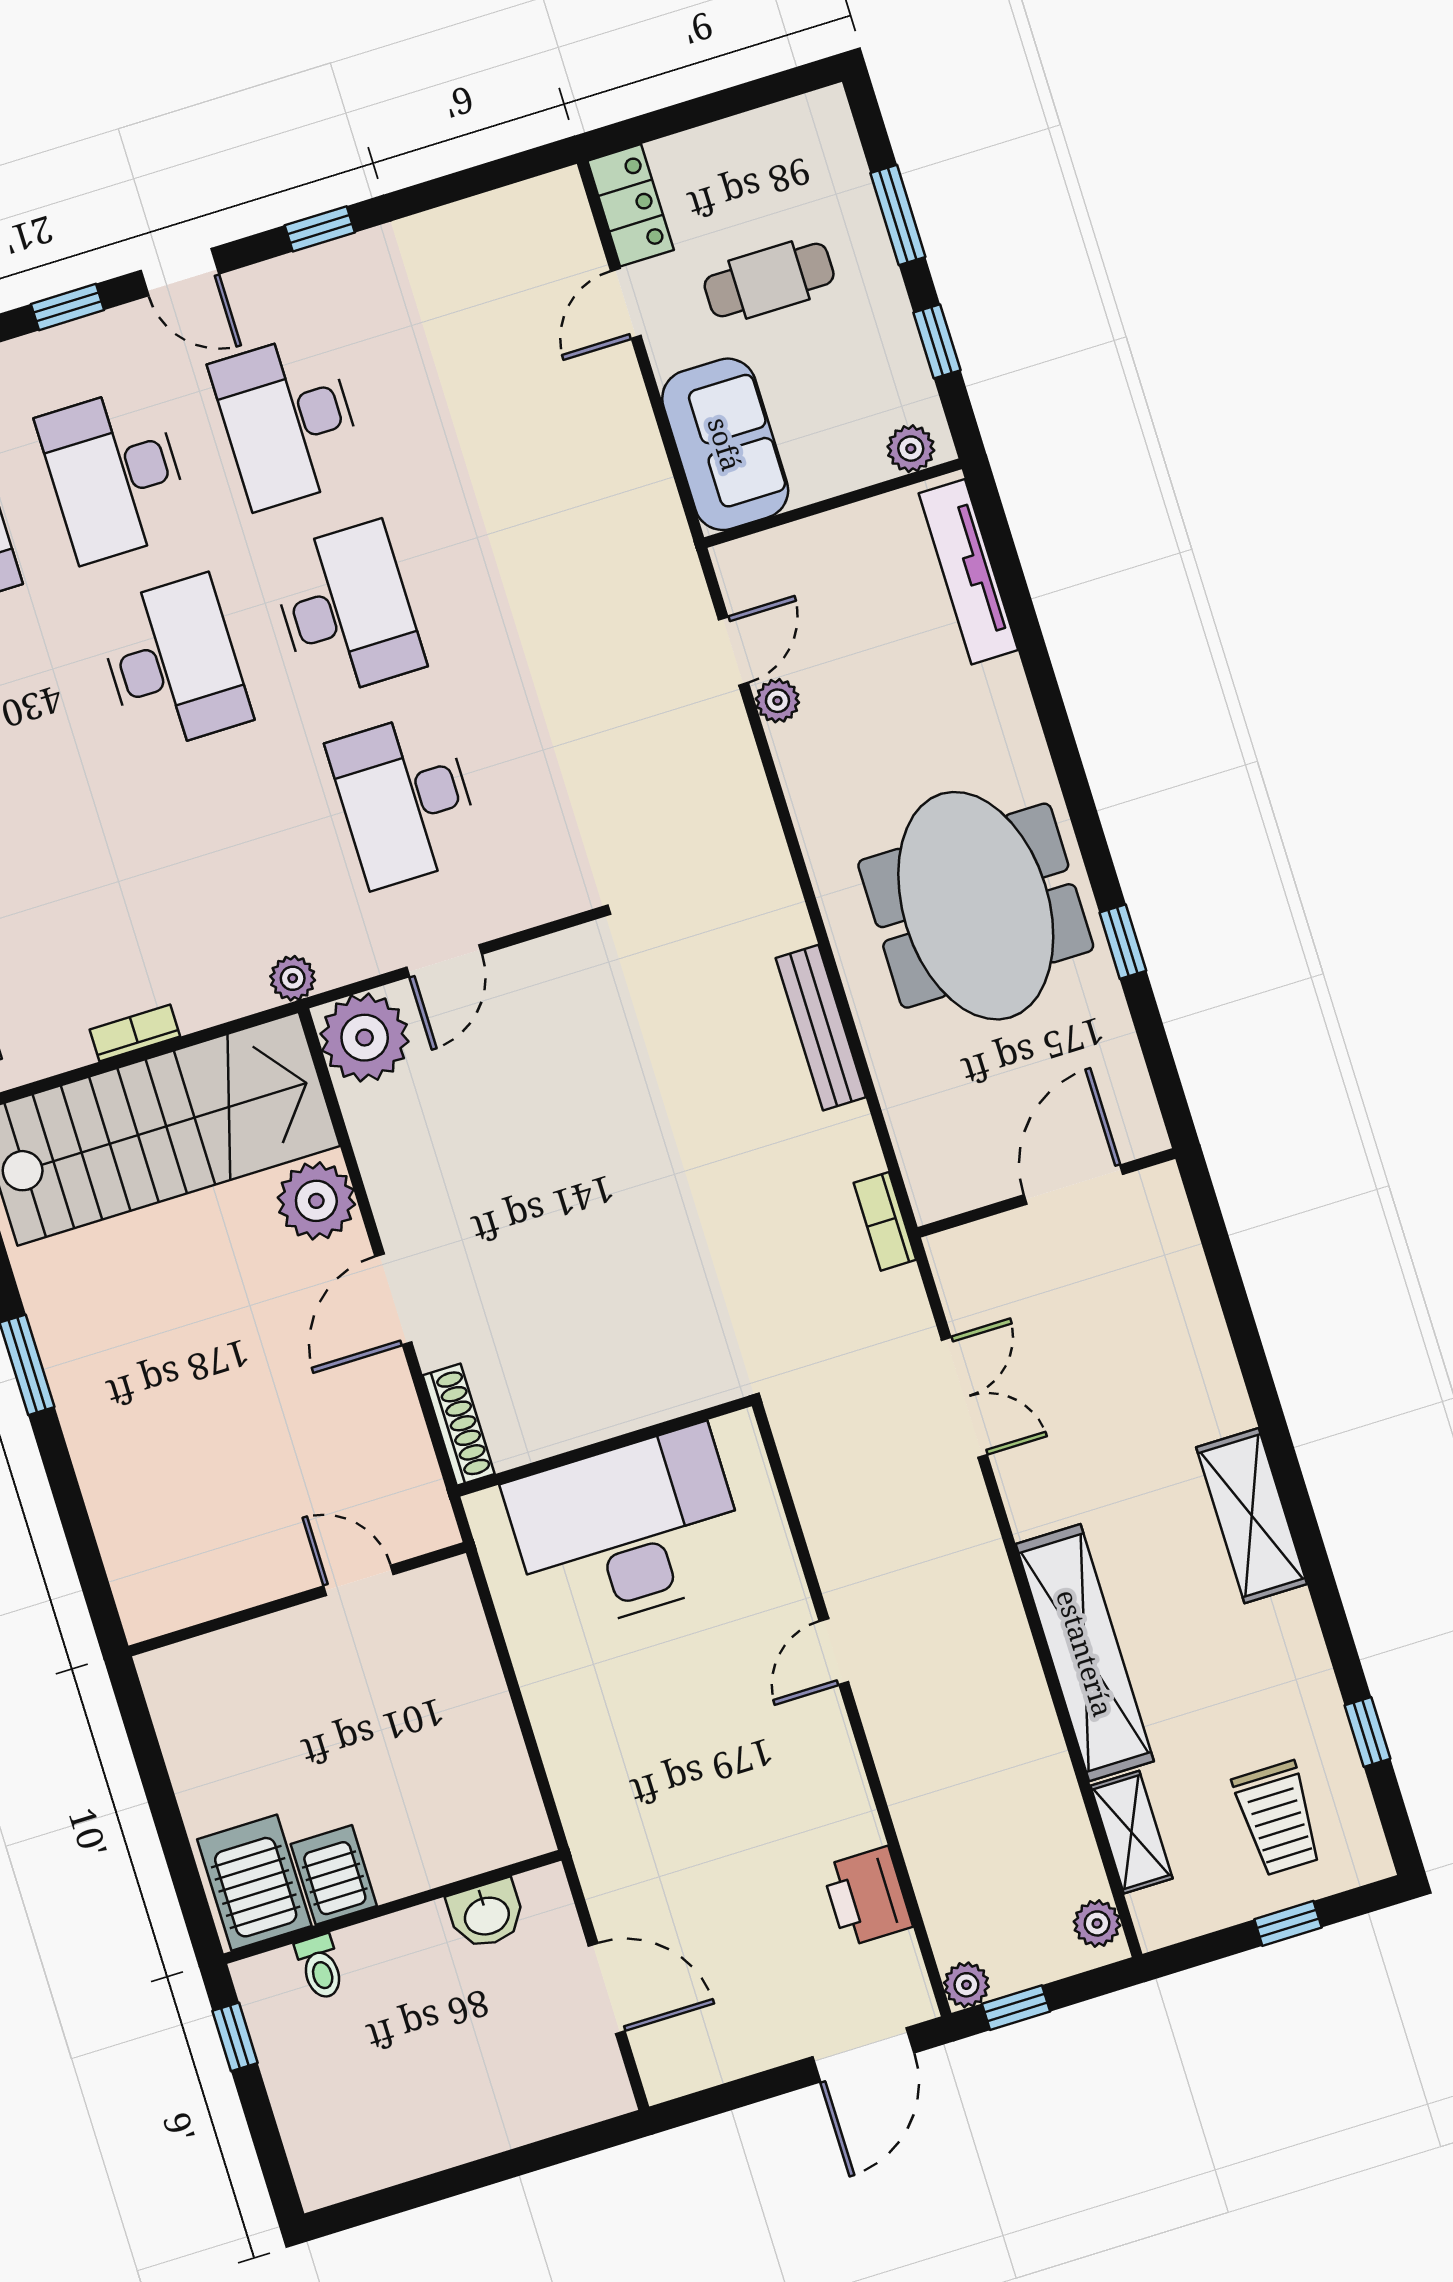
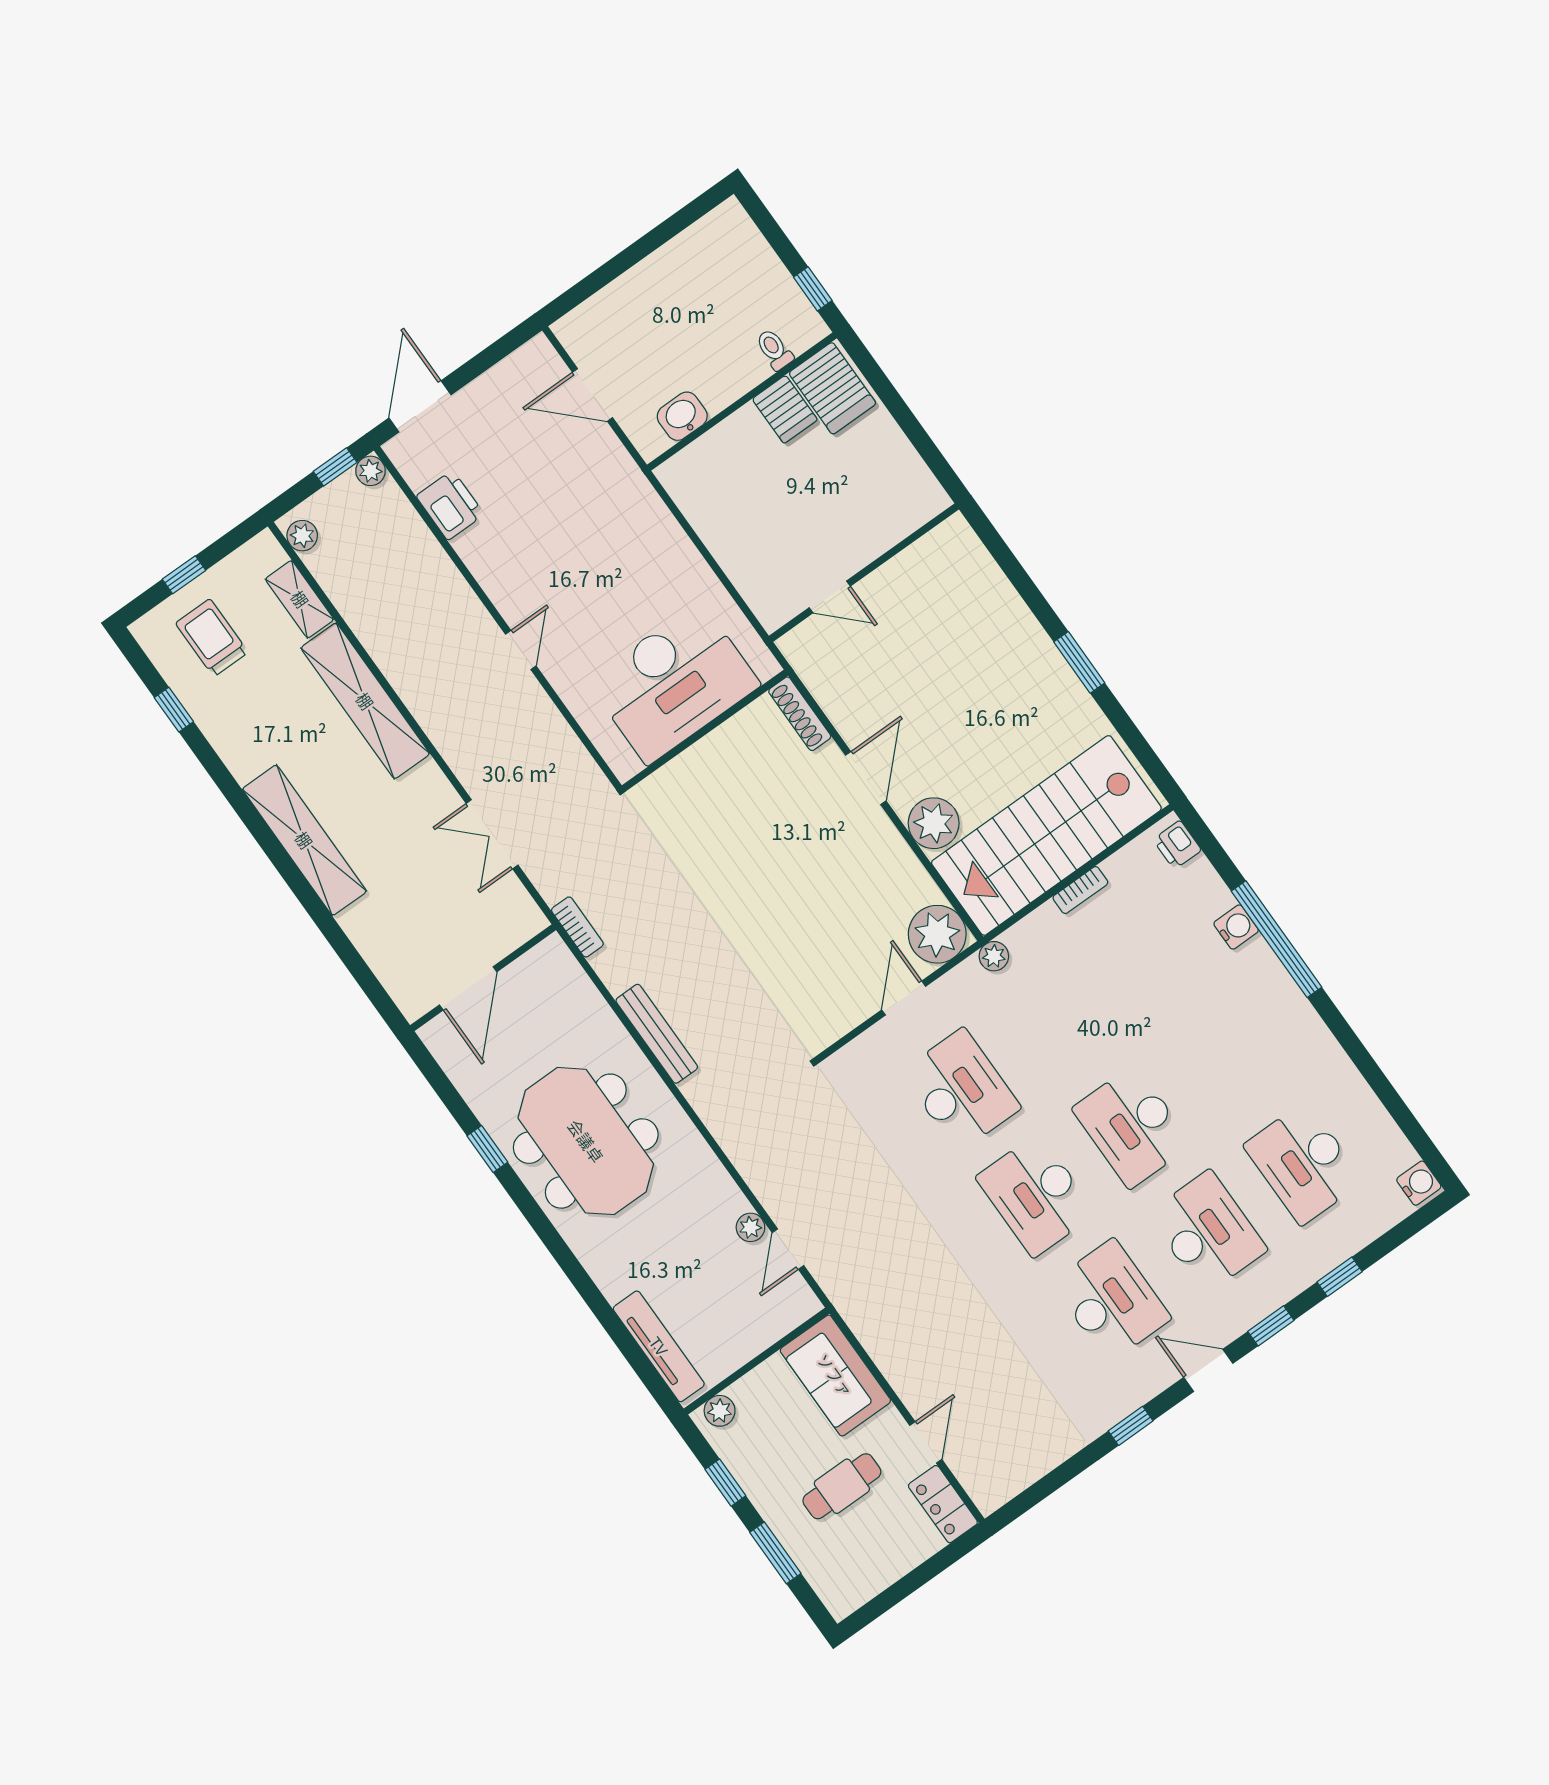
shelving: (1252, 1516) -> (304, 840), width x1.47

